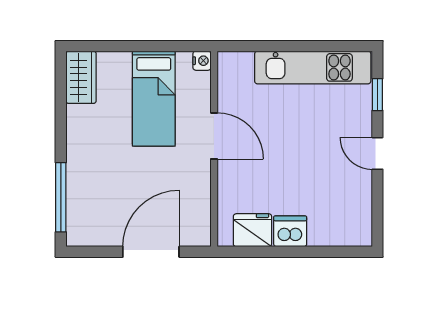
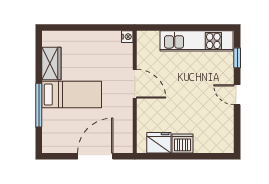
wardrobe: (81, 77) -> (51, 64), moved
bed: (154, 99) -> (72, 95), moved, turned -90
window: (61, 197) -> (39, 105), moved

